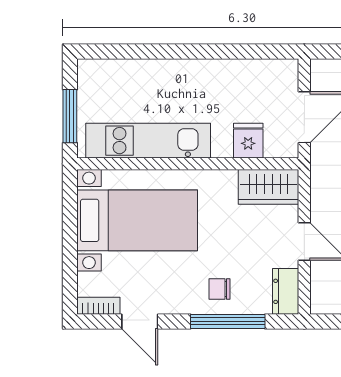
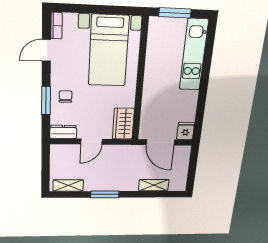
kitchen unit: (148, 141) -> (194, 55), moved, turned 180
fridge: (248, 141) -> (186, 131), moved, turned -90
window: (228, 321) -> (46, 101), width x0.69

